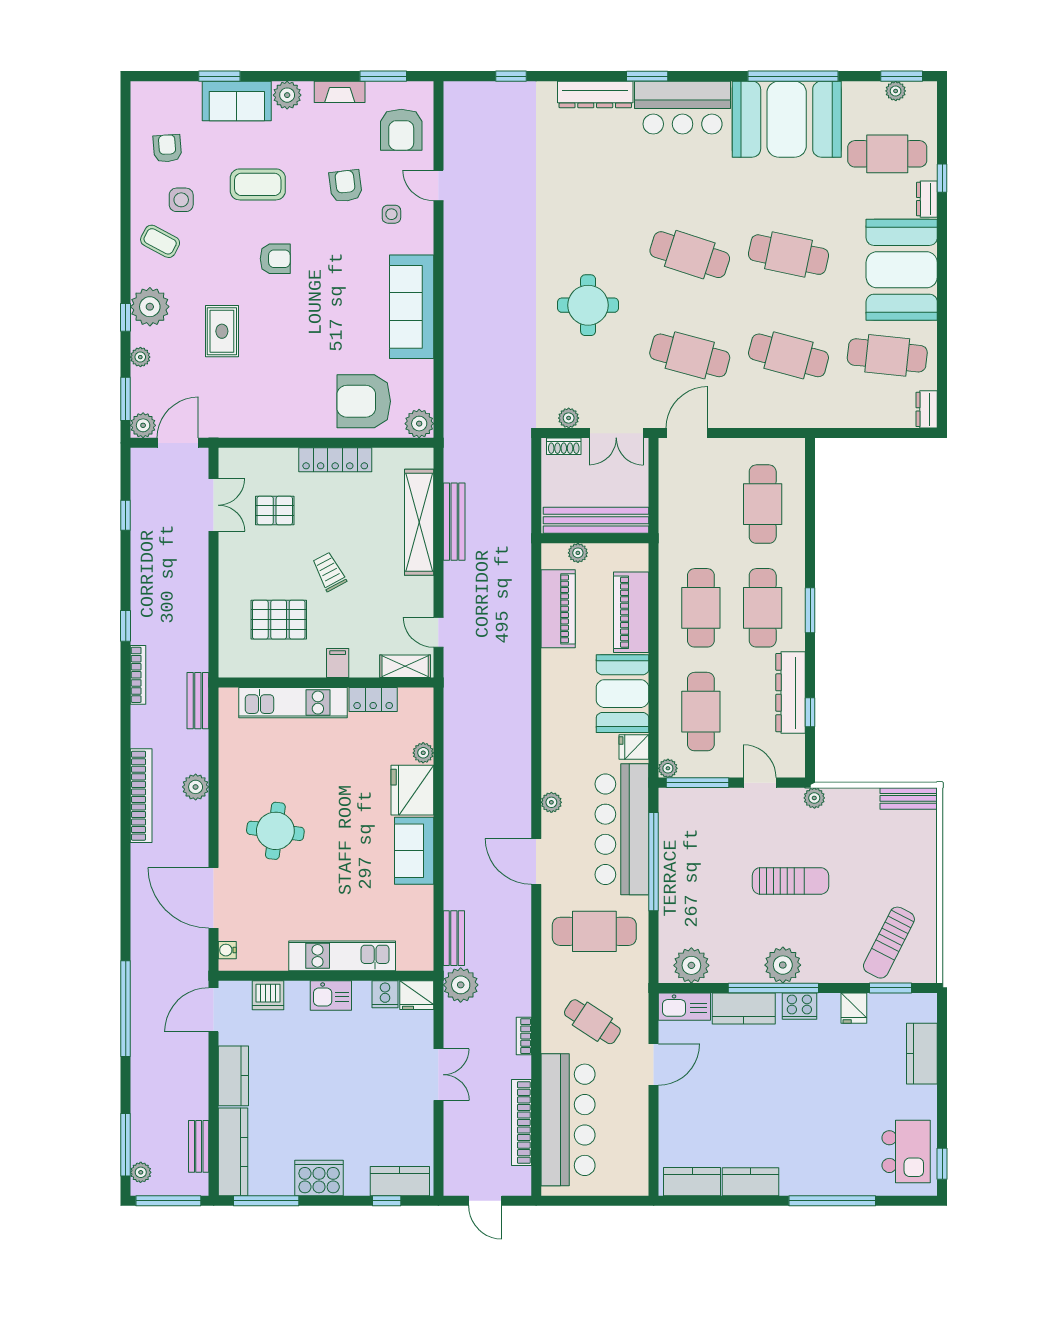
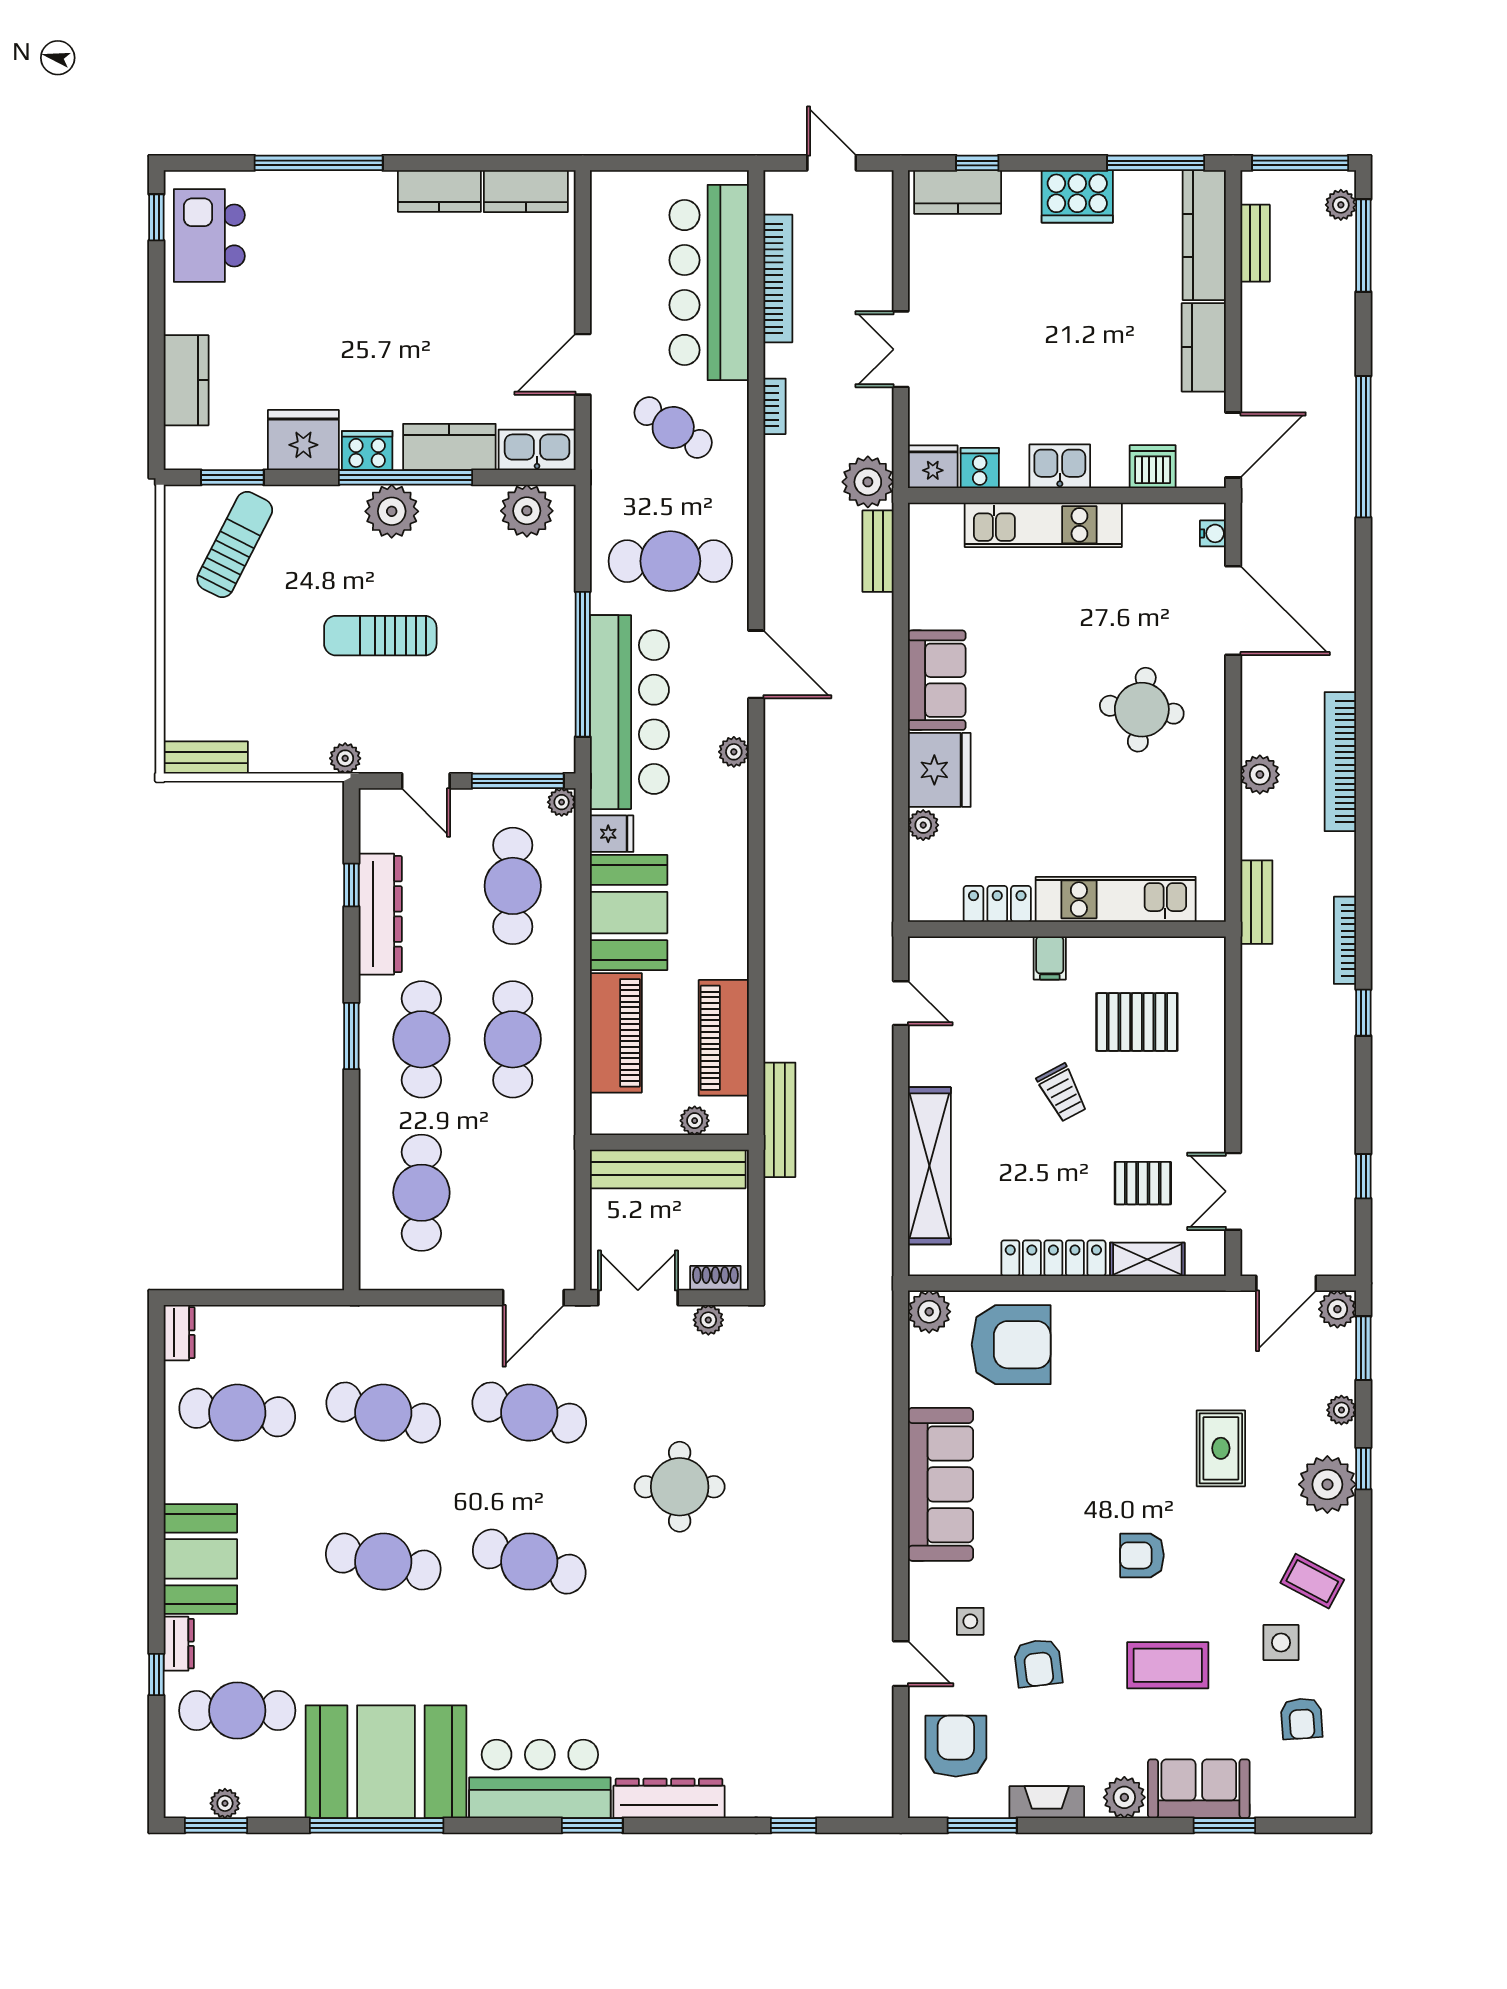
booth: (902, 270) -> (200, 1559), width x0.73, depth x0.70
bench: (454, 522) -> (779, 1120), moved
shelving: (405, 666) -> (1147, 1259), moved
fridge: (854, 1008) -> (303, 440), width x1.88, depth x1.34

